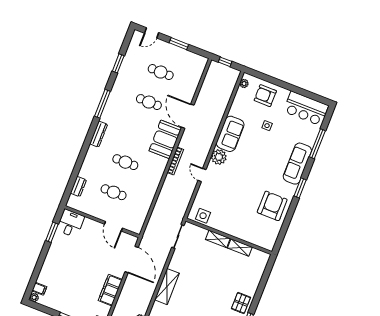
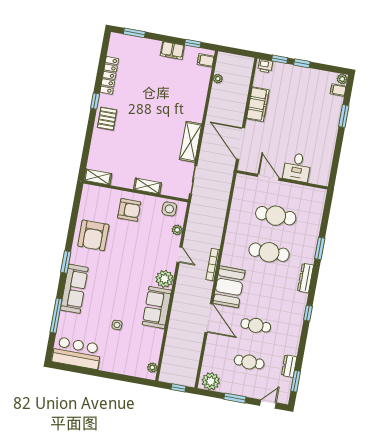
plant: (197, 62) -> (211, 381), added
window: (118, 63) -> (296, 381), moved
armchair: (265, 96) -> (129, 210), moved
window: (102, 104) -> (308, 313), width x0.46
window: (81, 157) -> (320, 248), added
cafe table: (125, 162) -> (269, 252), width x1.37, depth x1.35
dresser: (78, 187) -> (289, 366), moved
cafe table: (114, 192) -> (276, 216), width x1.37, depth x1.35
plant: (200, 197) -> (177, 230), added
desk: (71, 223) -> (297, 167), moved
window: (52, 232) -> (344, 116), moved
shelving: (240, 248) -> (98, 177), moved
shelving: (167, 287) -> (191, 142), moved

